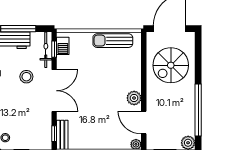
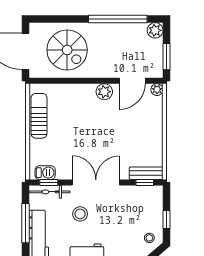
sun lounger: (113, 41) -> (39, 116), turned 180

